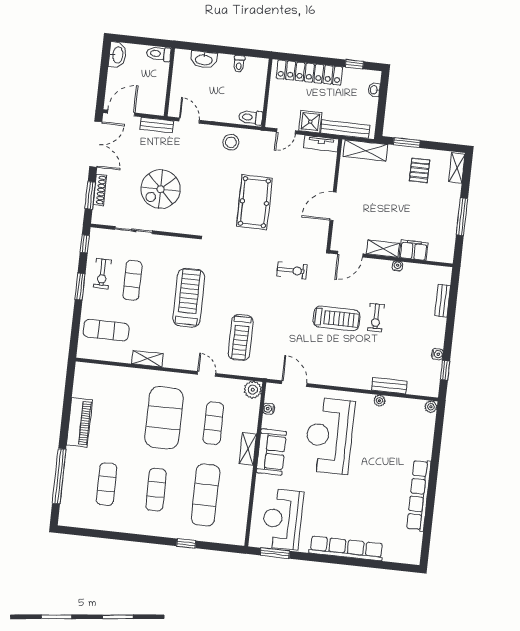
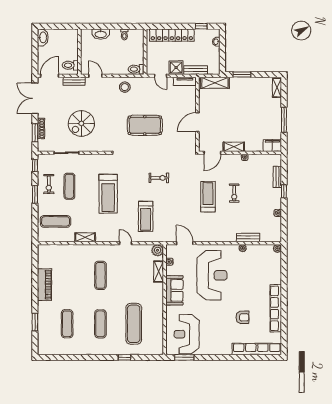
toilet: (159, 54) -> (70, 65), moved
bench: (345, 129) -> (196, 70), width x0.73
door: (286, 131) -> (161, 76), hinge flipped
double door: (96, 144) -> (35, 98), swing flipped
pallet: (420, 170) -> (252, 92), removed
pool table: (254, 202) -> (145, 125), turned 90
filing cabinet: (414, 250) -> (272, 146), moved
exercise bike: (292, 270) -> (159, 178), moved
treadmill: (189, 298) -> (108, 194), turned 180
treadmill: (337, 318) -> (208, 197), turned -90
window: (445, 370) -> (284, 191), moved
exercise mat: (164, 418) -> (100, 275), width x0.50, depth x0.69
exercise mat: (213, 423) -> (134, 275), removed
reception desk: (329, 436) -> (212, 275), turned 180
shelving: (248, 449) -> (159, 272), moved
window: (59, 476) -> (35, 322), width x0.47
armchair: (368, 503) -> (242, 317), added
row of seats: (346, 548) -> (257, 349), moved

